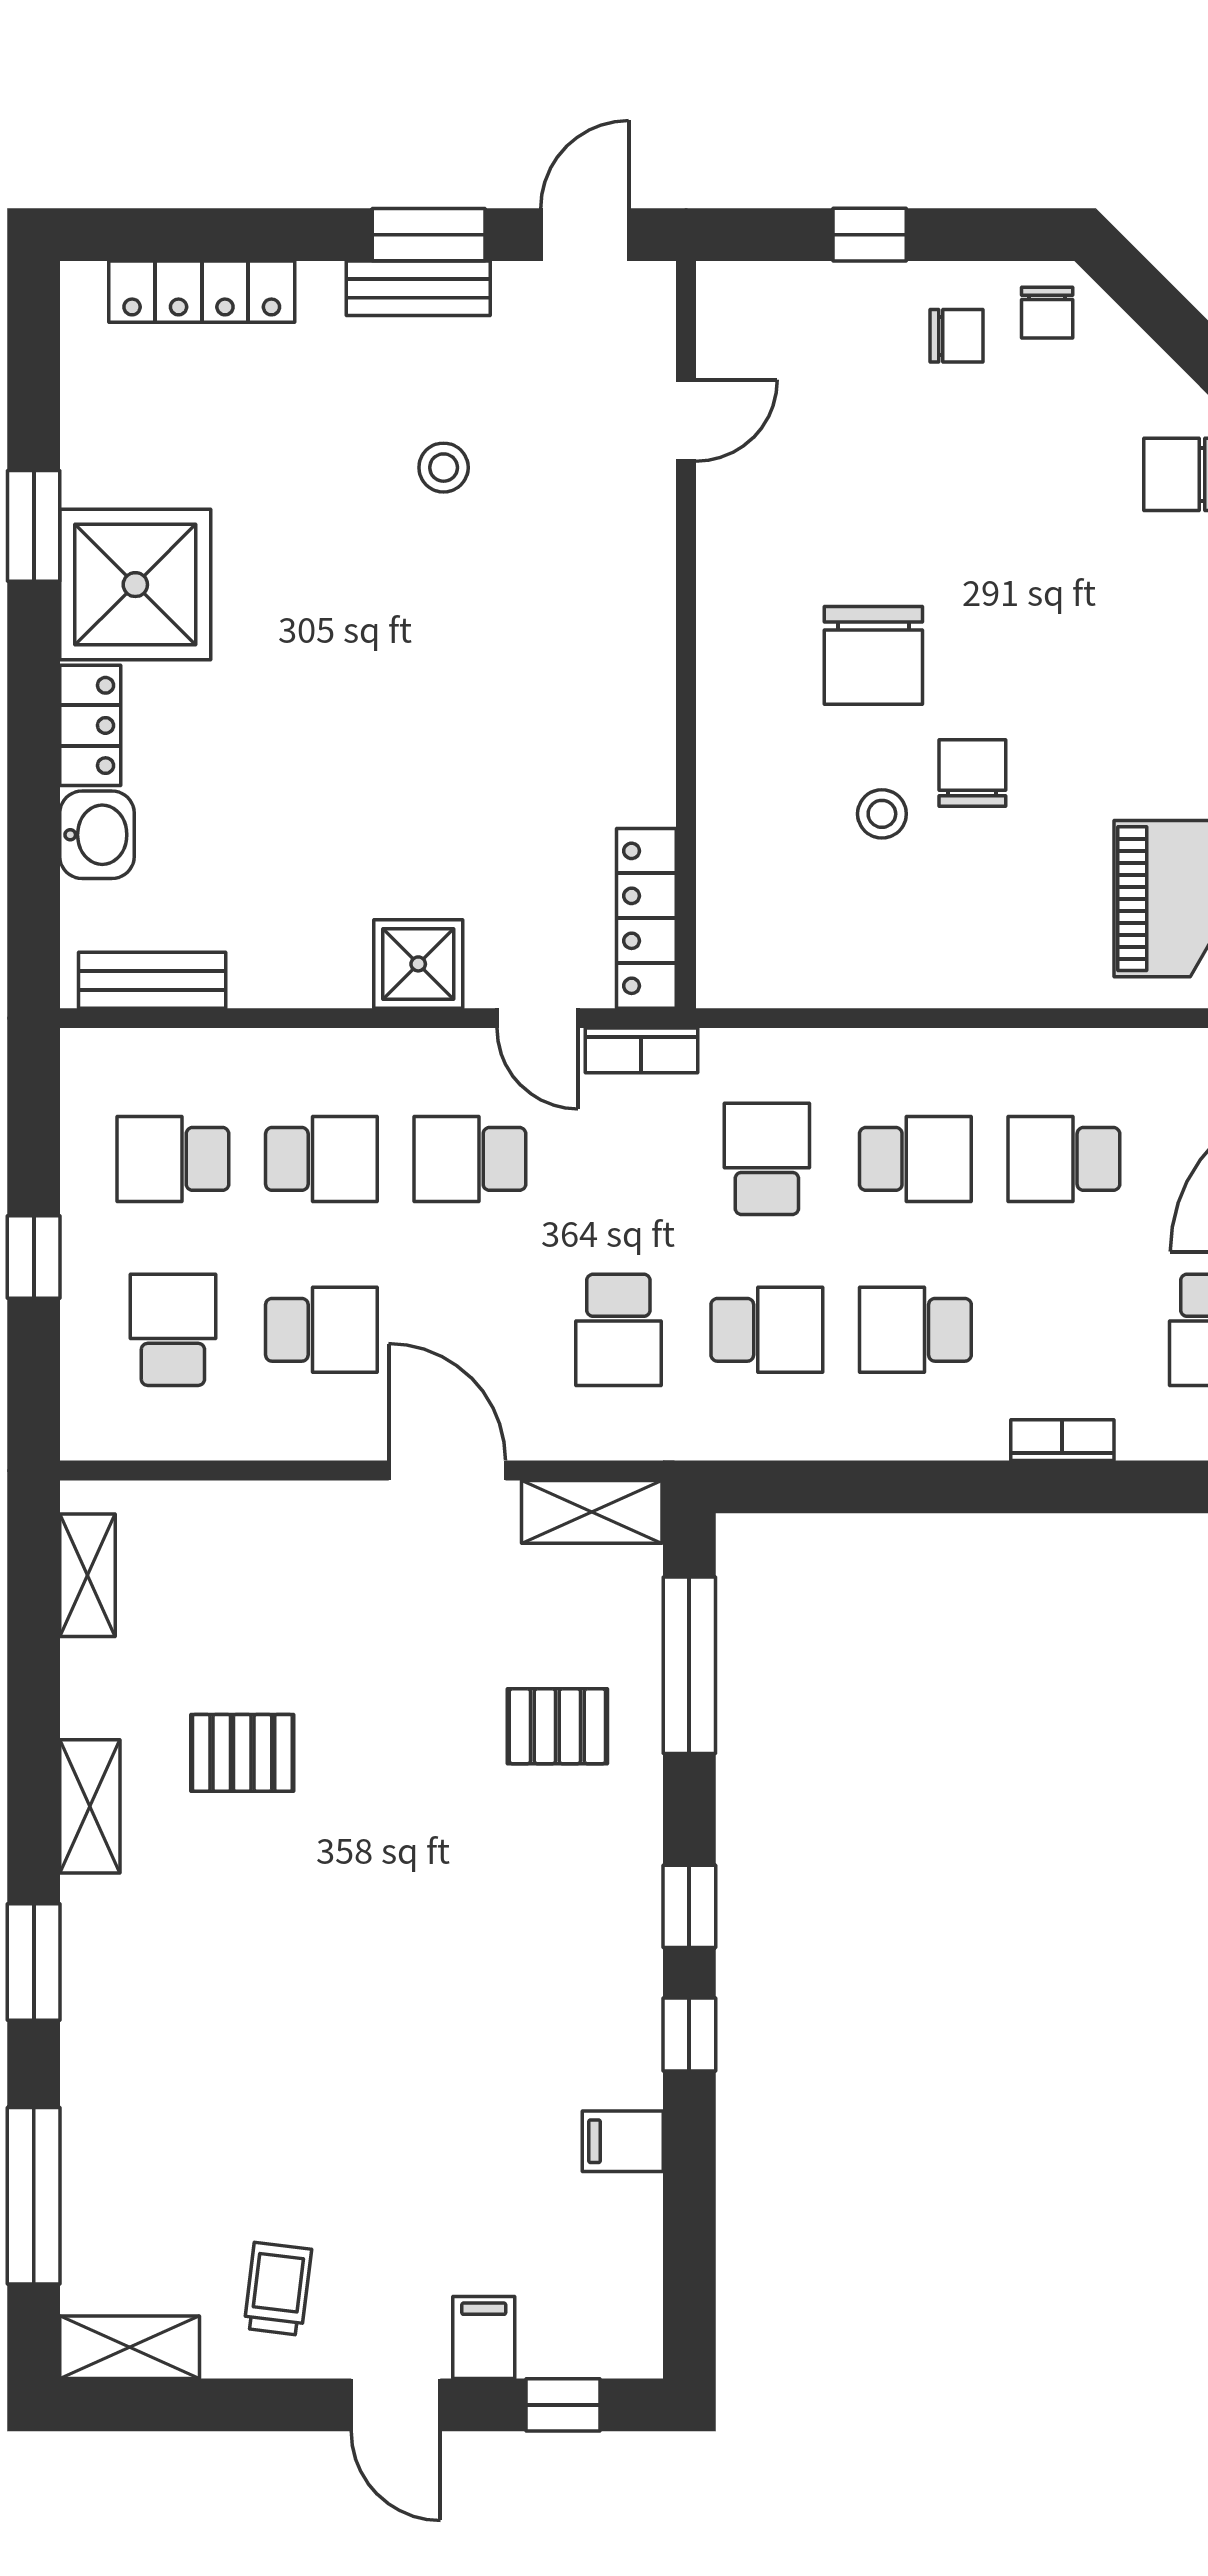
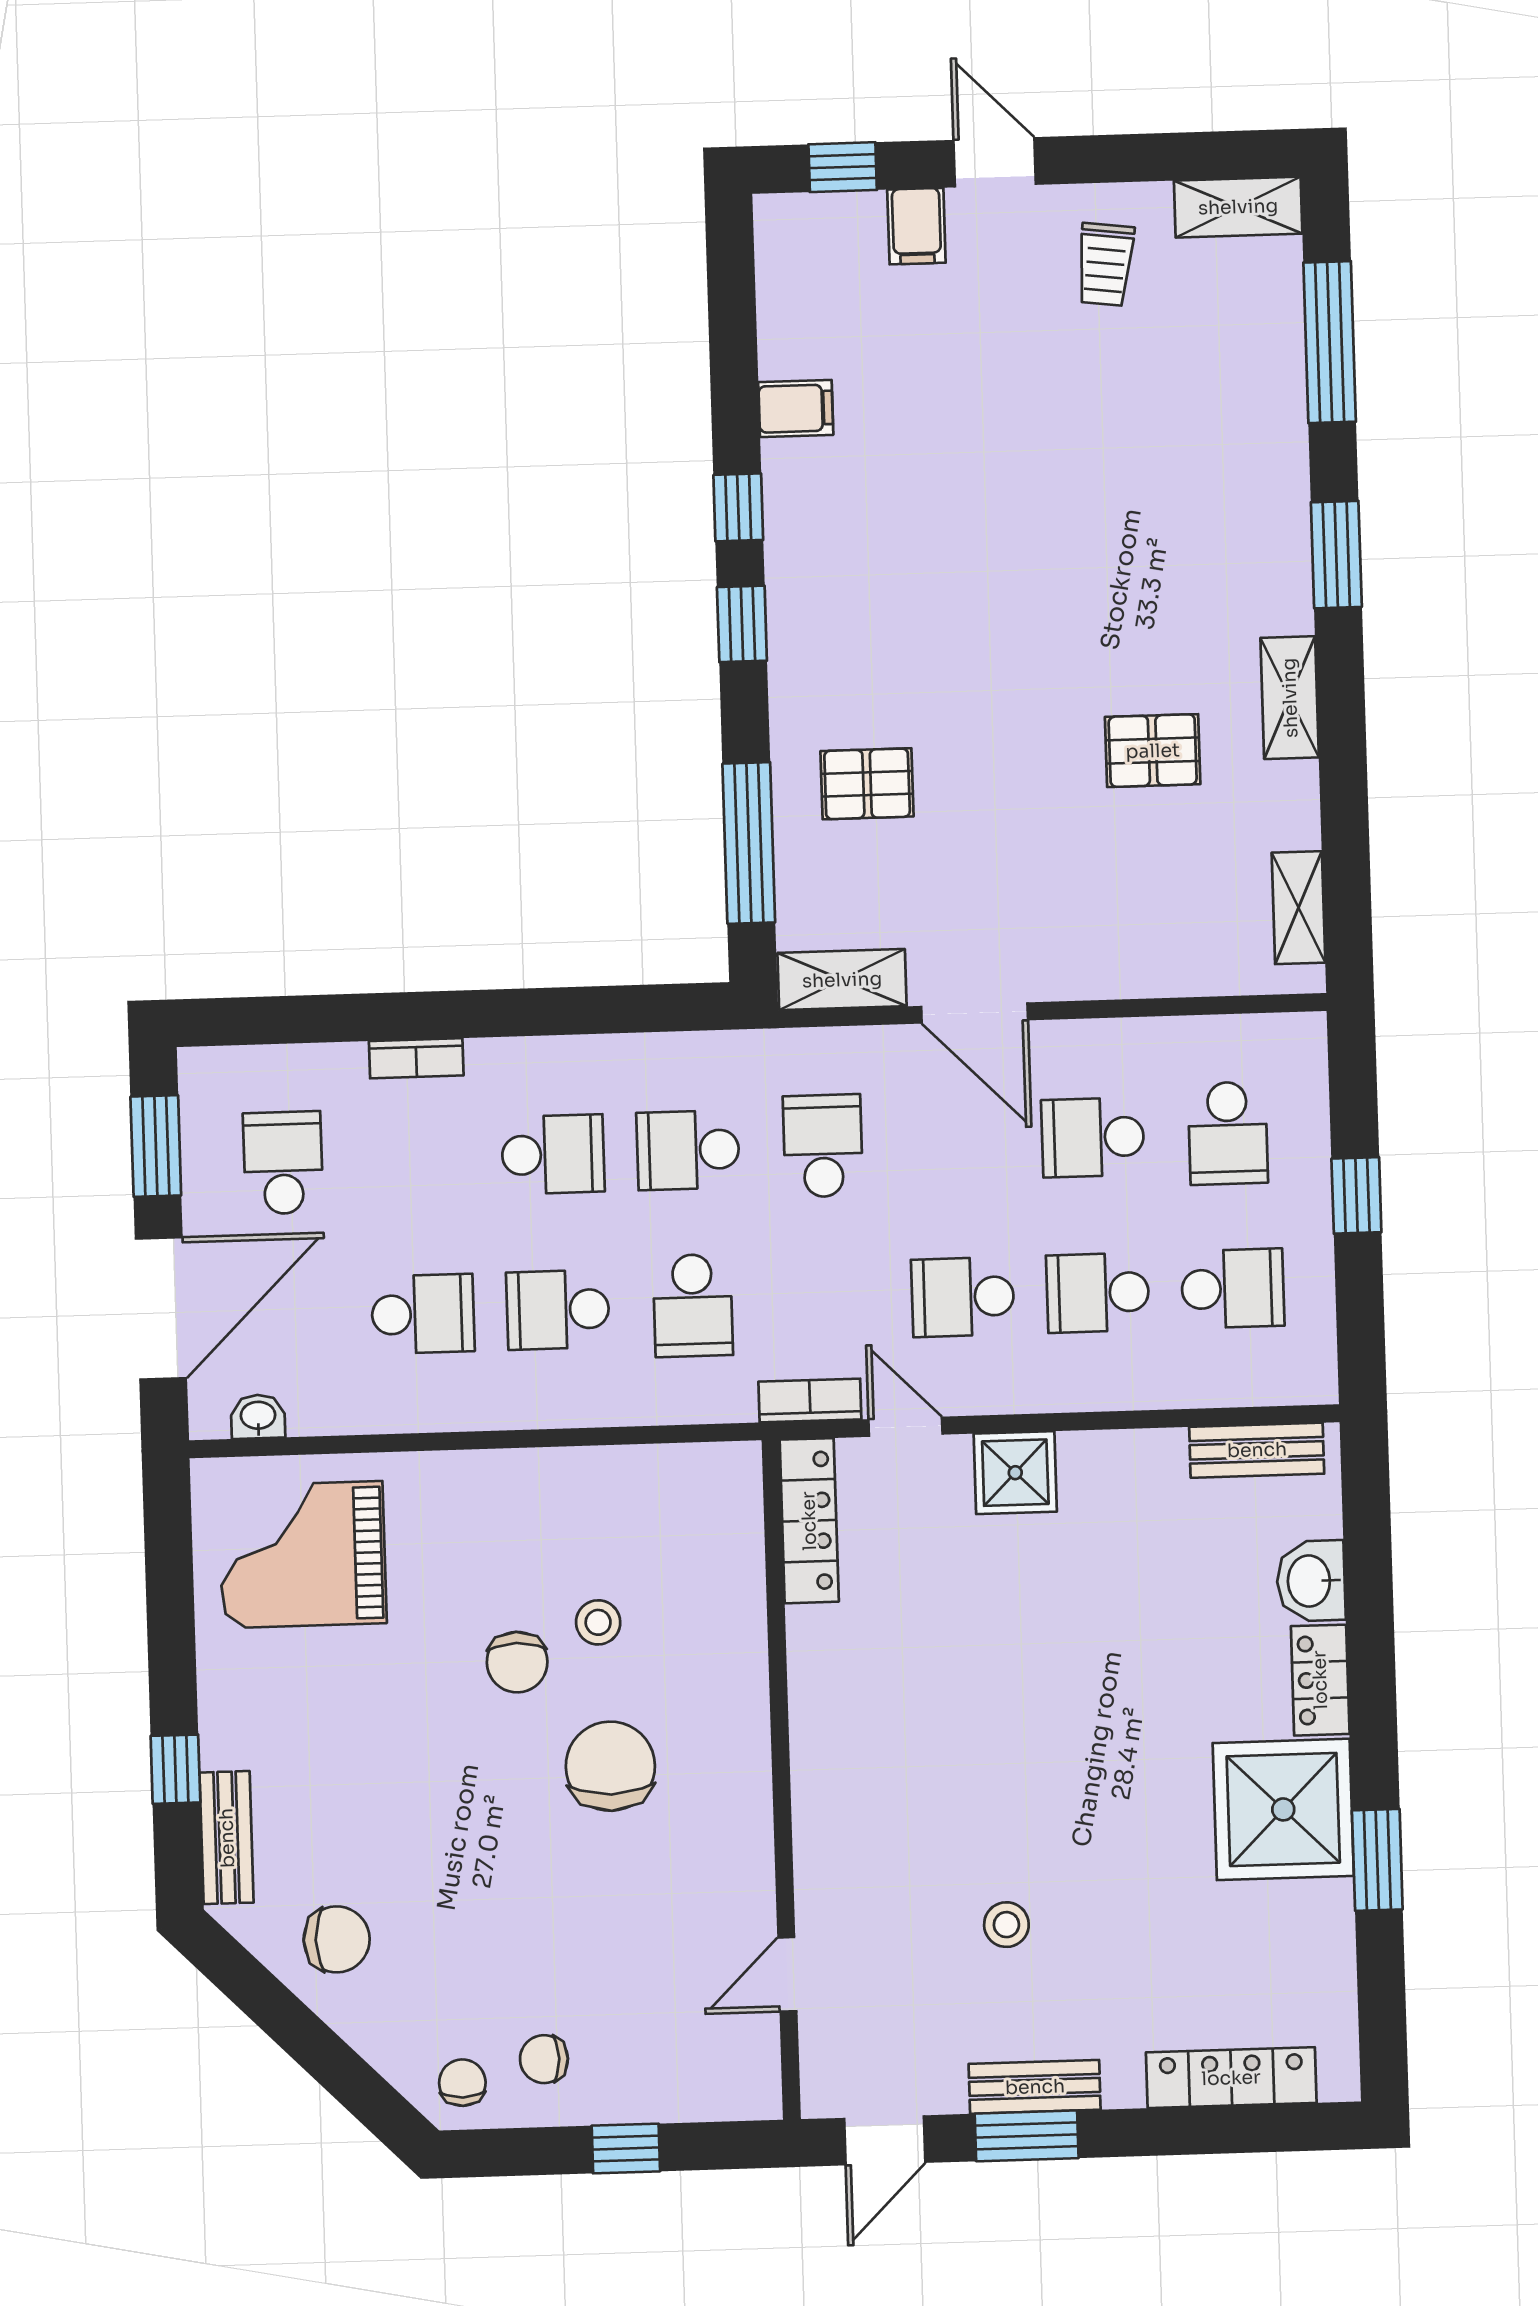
school desk: (470, 1159) -> (963, 1297), turned 180

